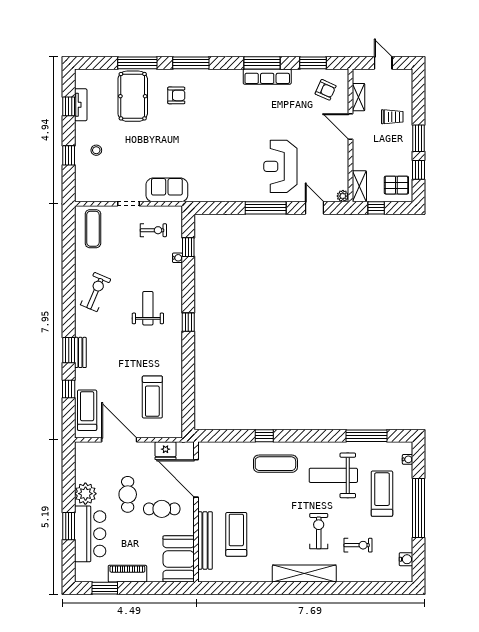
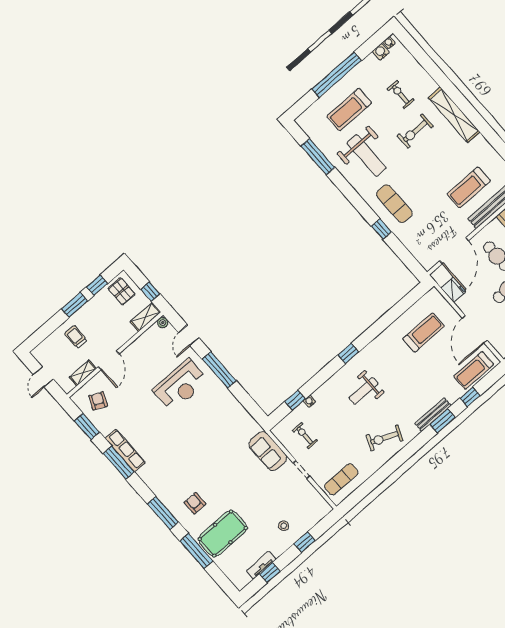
bench: (80, 352) -> (433, 415), width x1.36
water cooler: (408, 459) -> (389, 43), moved

